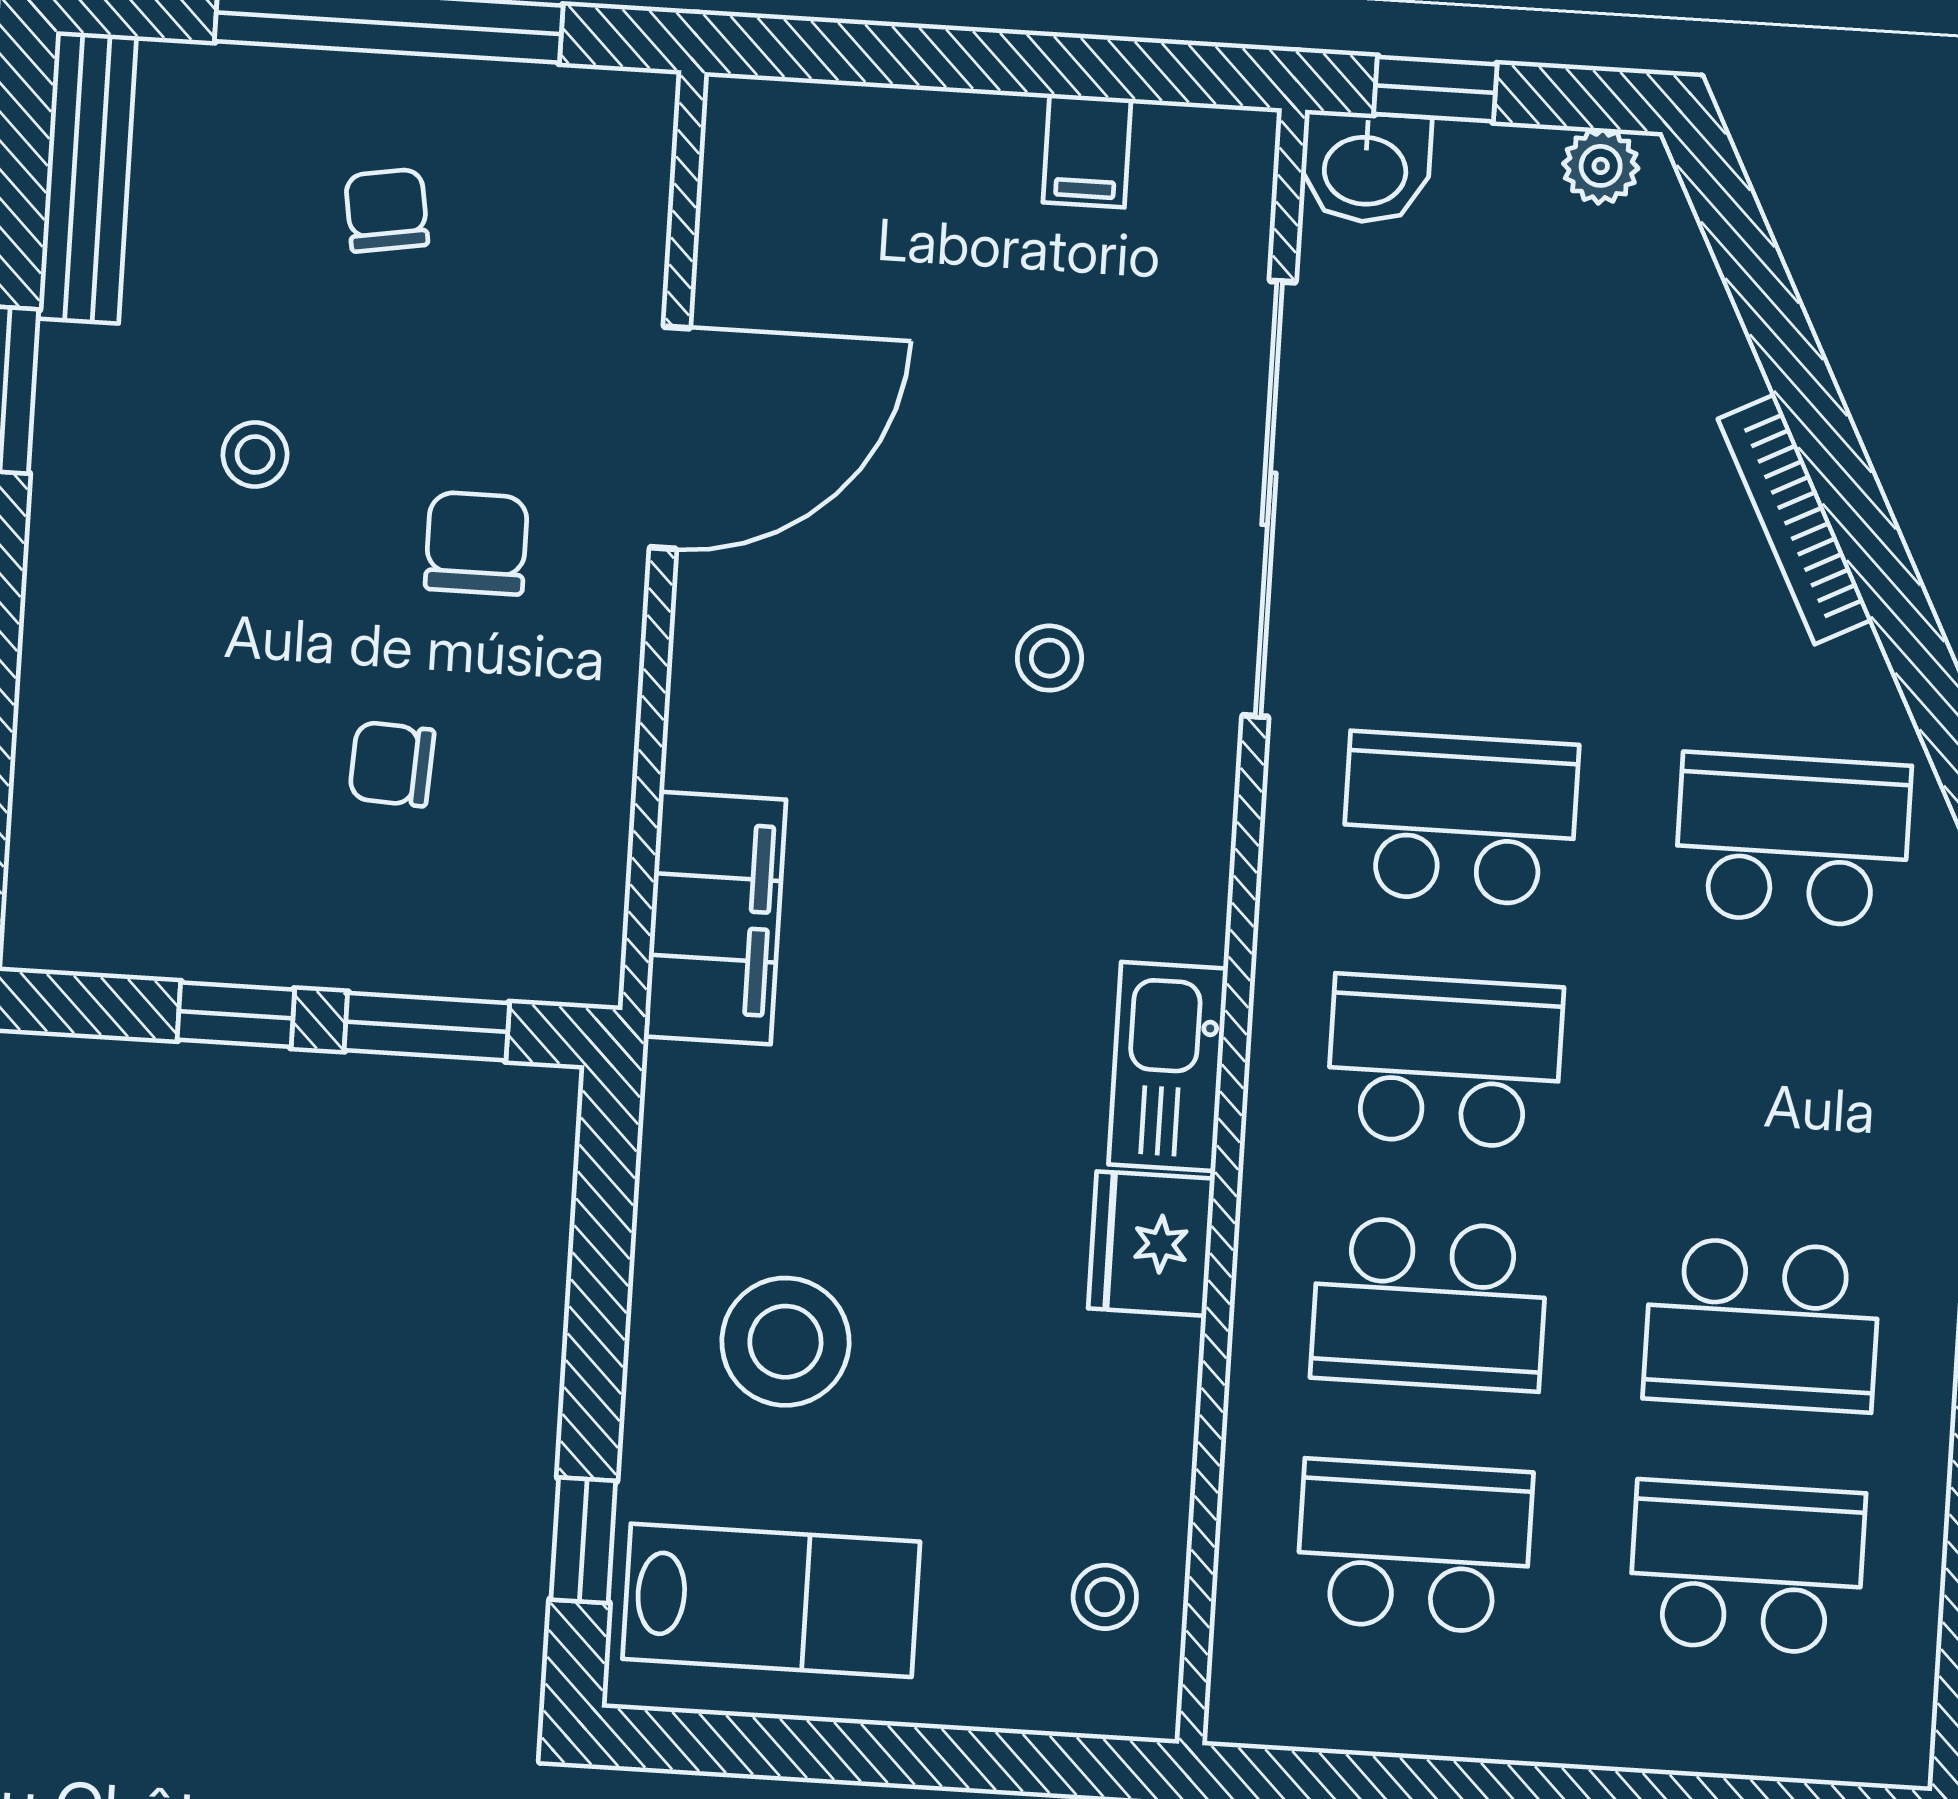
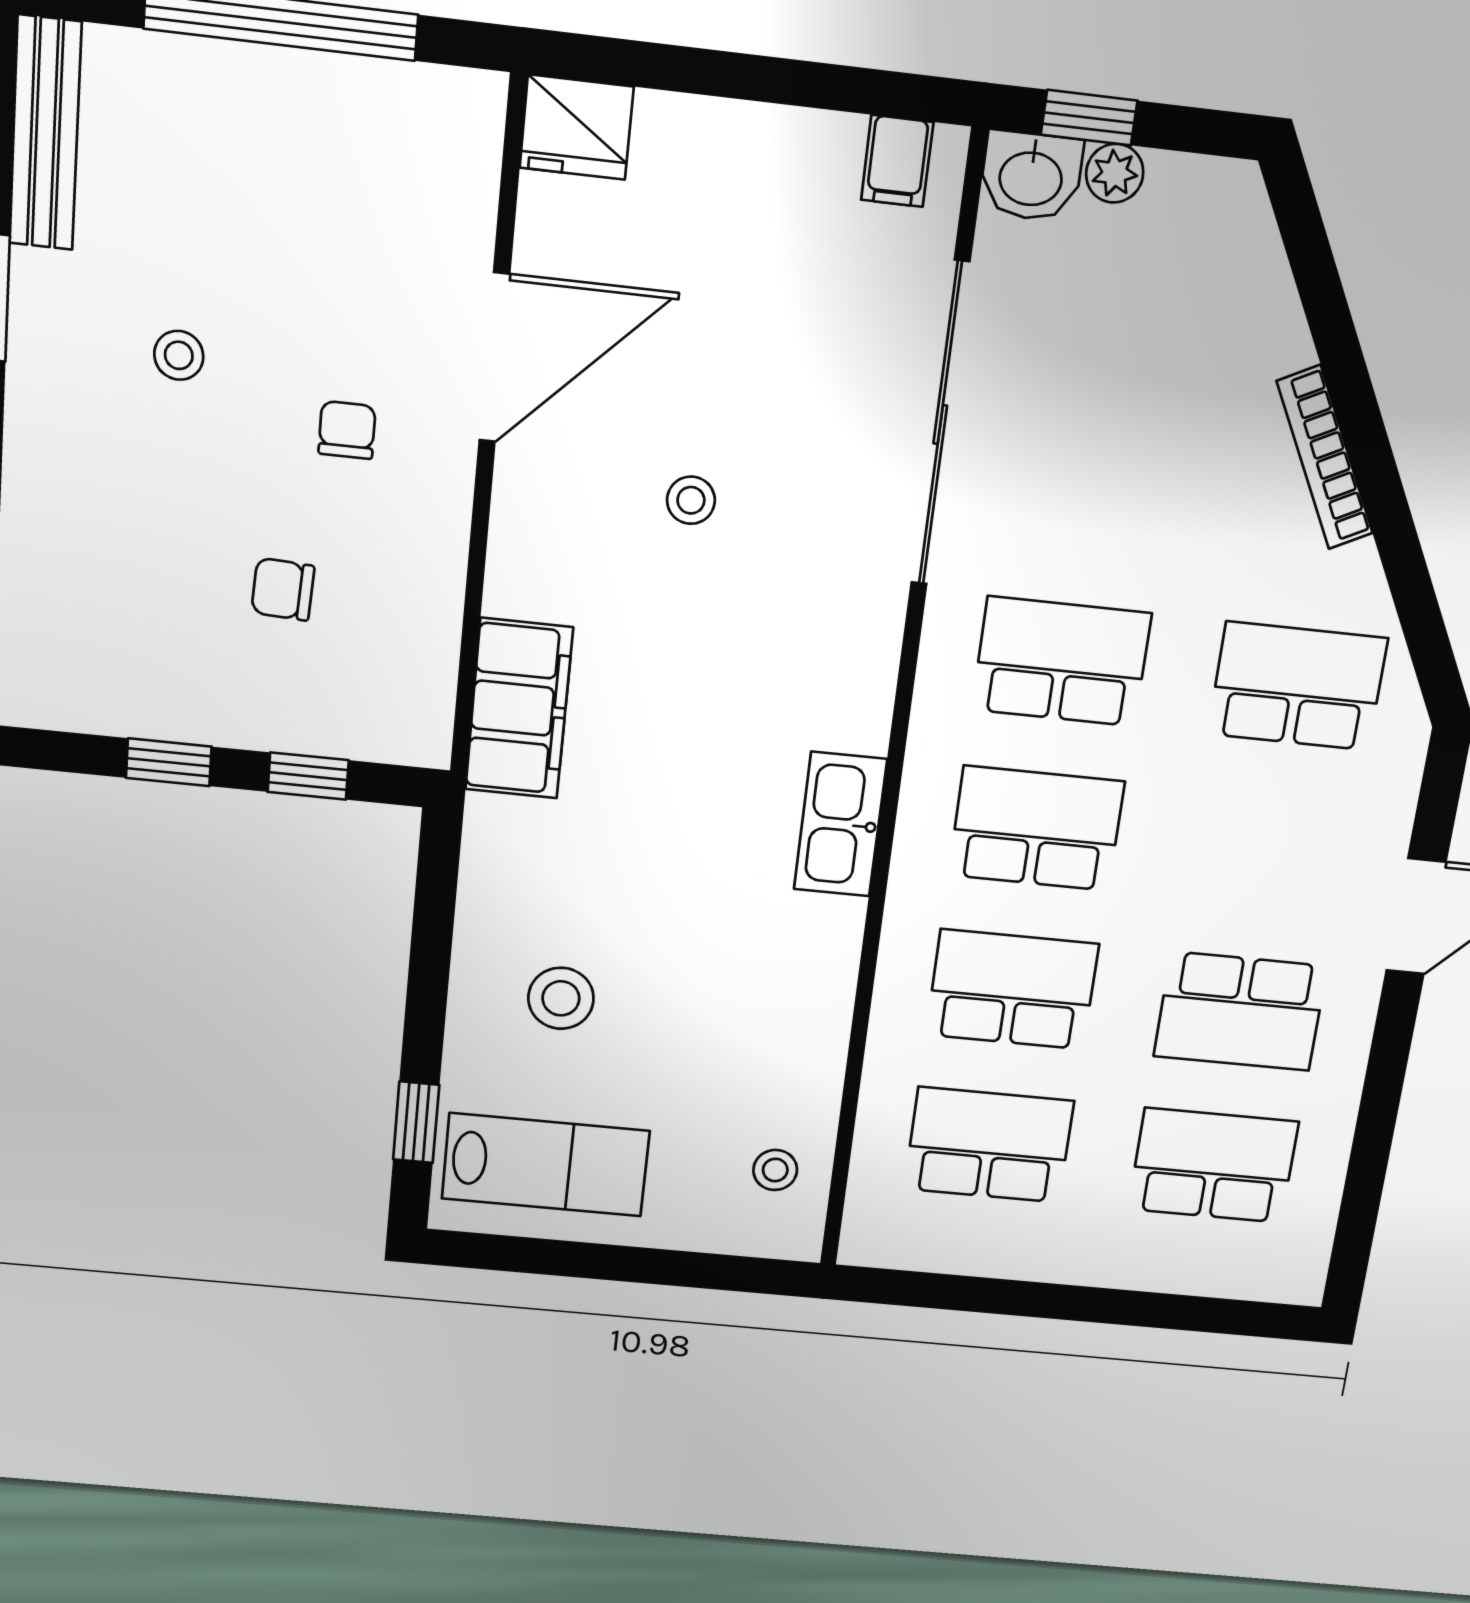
filing cabinet: (1087, 150) -> (897, 161), moved
plant: (1601, 166) -> (1115, 173), moved
chair: (387, 210) -> (279, 171), removed
chair: (476, 543) -> (347, 430), width x0.73, depth x0.73
stool: (1049, 658) -> (691, 500), moved
window: (427, 1027) -> (308, 776), width x0.67
fridge: (1151, 1244) -> (577, 127), moved, turned -90
school desk: (1429, 1304) -> (1012, 989), turned 180
stool: (785, 1342) -> (561, 998), width x0.73, depth x0.73

